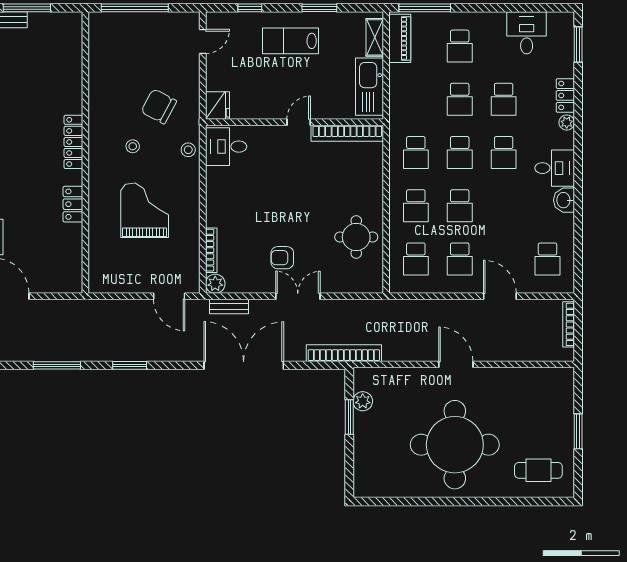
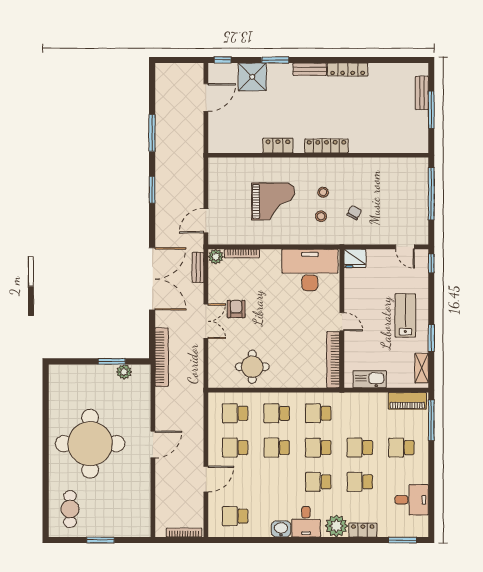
window: (250, 8) -> (431, 263), moved
shelving: (375, 37) -> (422, 368), moved, turned 90
kitchen sink: (369, 87) -> (370, 379), width x0.73, depth x0.81
chair: (159, 106) -> (354, 213), width x0.54, depth x0.54
plant: (567, 123) -> (336, 526), width x1.88, depth x1.88
desk: (226, 147) -> (310, 270), width x1.87, depth x1.30
stool: (188, 150) -> (321, 216), moved

